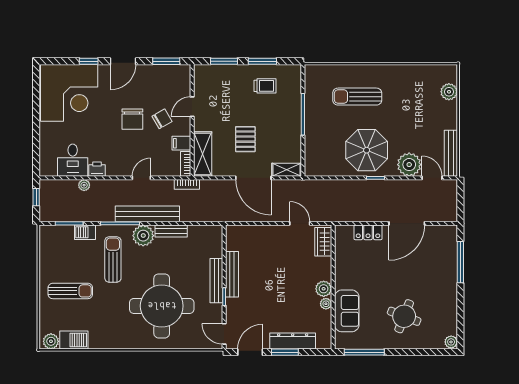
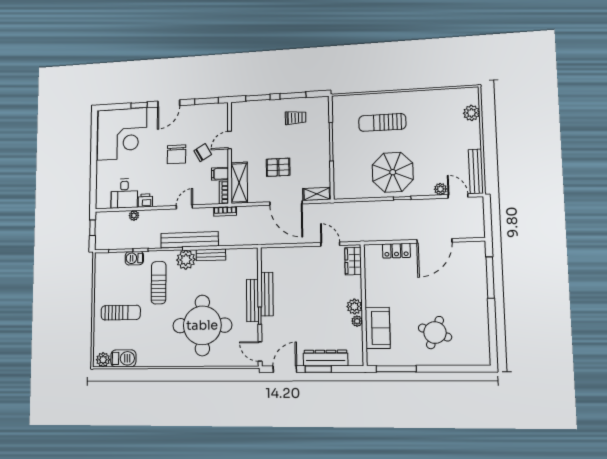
pallet: (245, 139) -> (278, 167), turned 90
plant: (409, 165) -> (440, 189), width x0.53, depth x0.53
plant: (451, 342) -> (484, 358), removed

